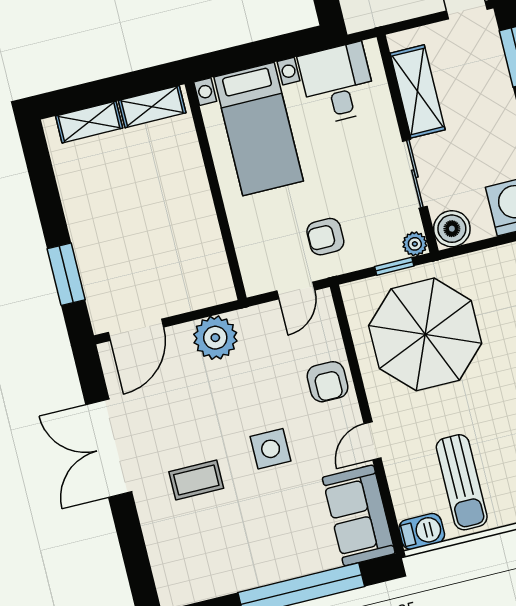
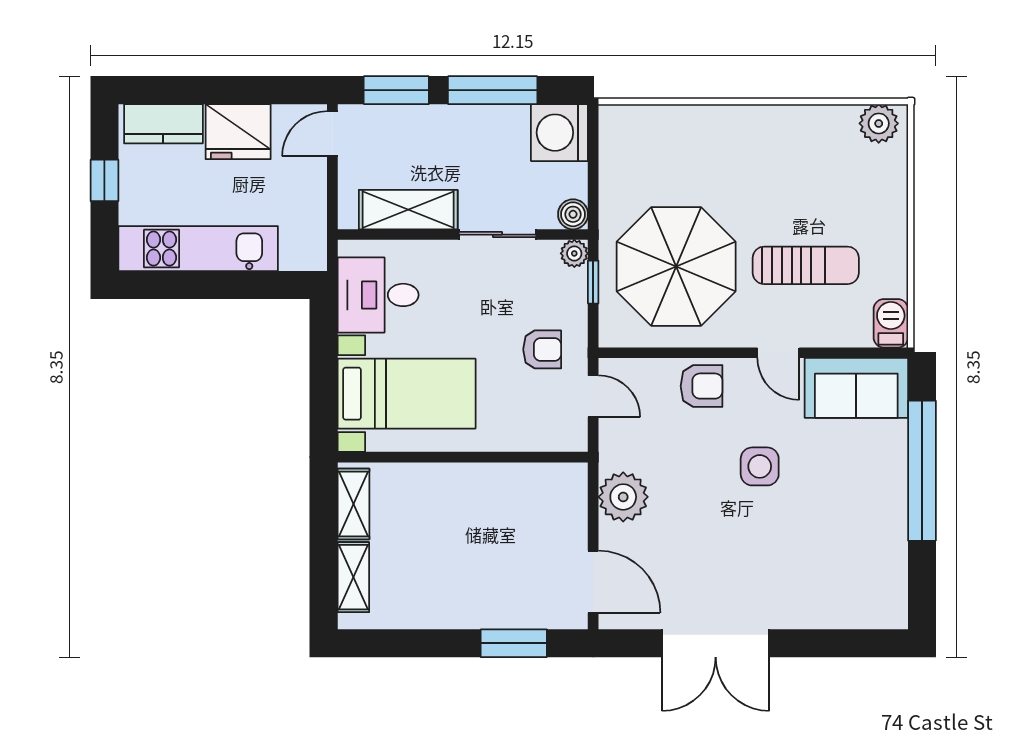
boiler: (452, 229) -> (573, 214), width x0.73, depth x0.73
armchair: (325, 237) -> (542, 349), turned -90
coffee table: (196, 480) -> (774, 556), removed
sun lounger: (462, 482) -> (806, 265), moved

